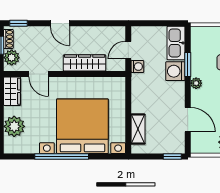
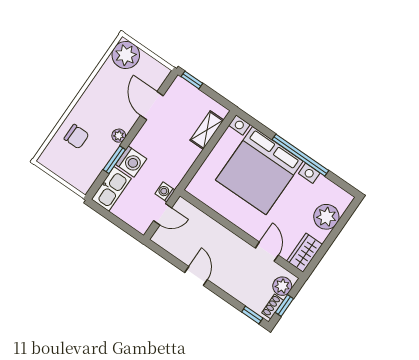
door: (60, 23) -> (196, 276), moved
wardrobe: (85, 63) -> (214, 231), removed

